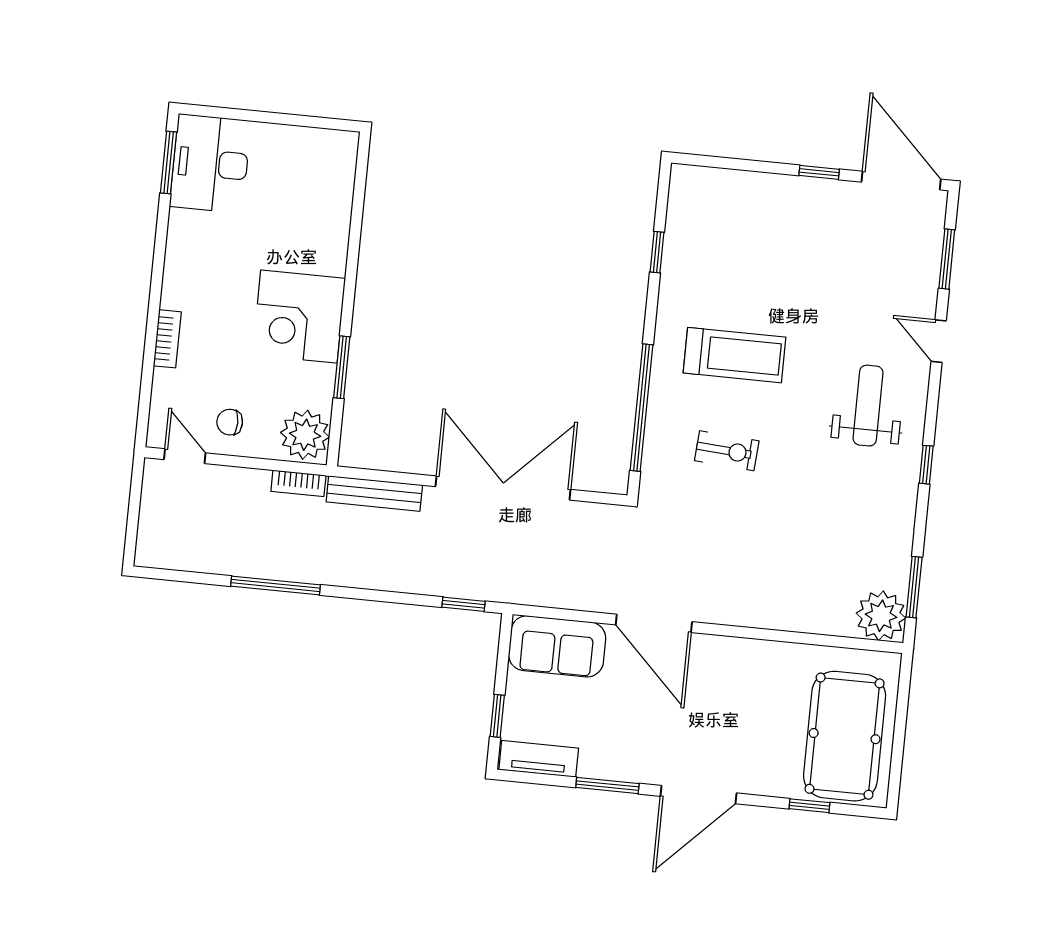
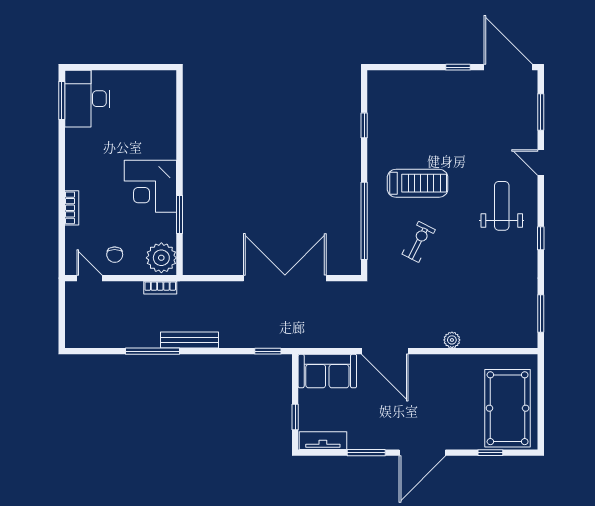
chair: (230, 422) -> (115, 255), turned -90
exercise bike: (727, 451) -> (419, 242), turned -67
bench: (374, 493) -> (189, 340), moved
plant: (881, 616) -> (452, 340), moved, width x0.53, depth x0.53

